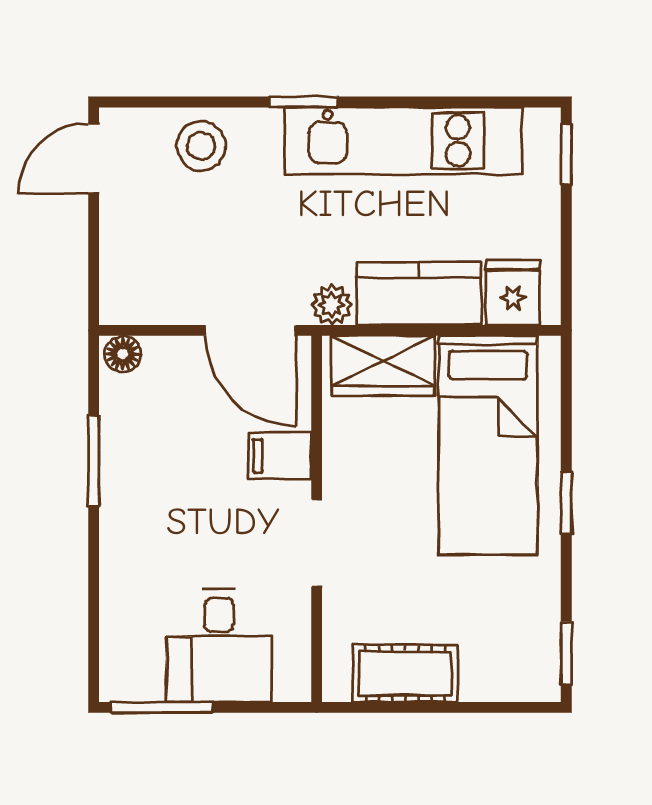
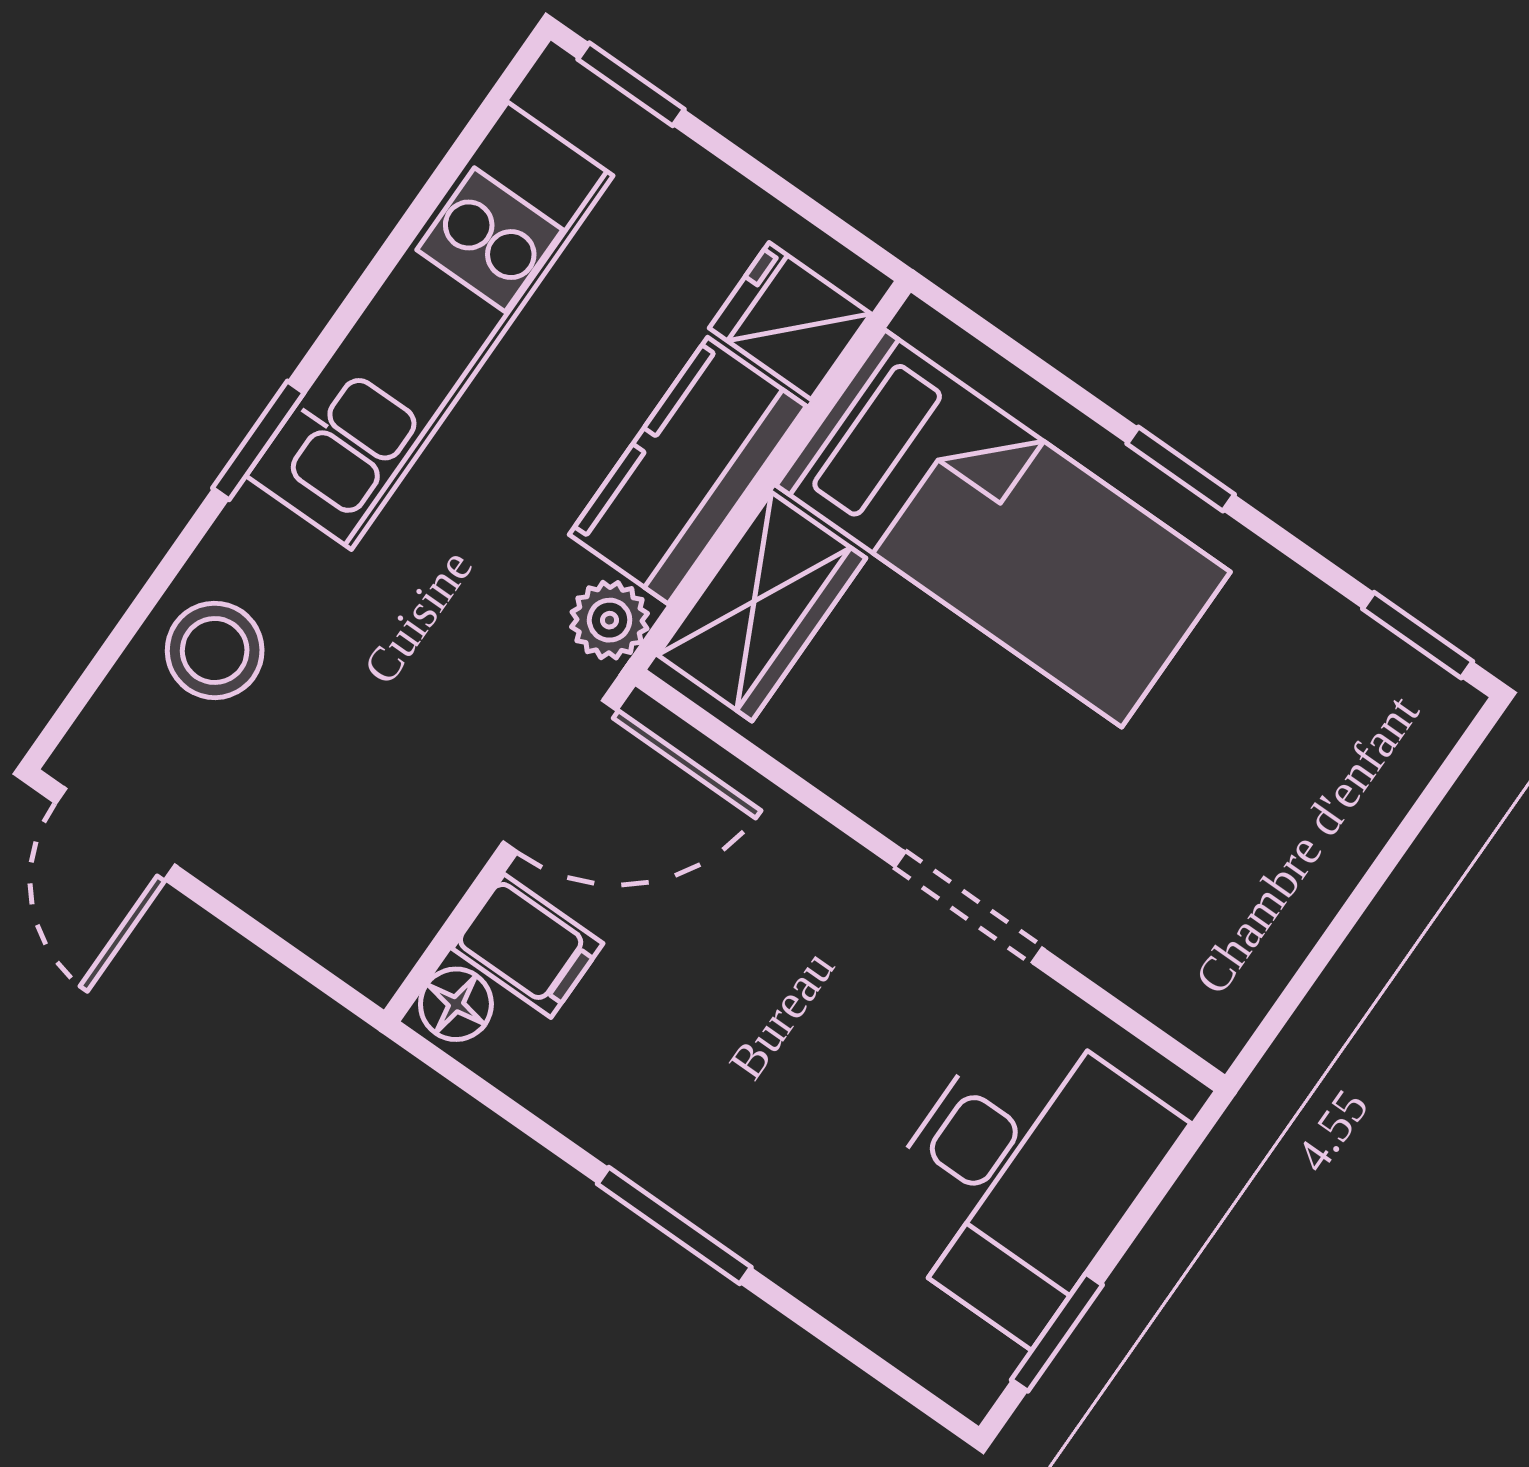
filing cabinet: (280, 456) -> (527, 946), moved, turned -90
window: (94, 461) -> (674, 1225), moved
desk: (219, 646) -> (1022, 1174), width x1.37
cot: (405, 673) -> (1272, 911), removed
window: (162, 707) -> (1057, 1332), width x0.67

